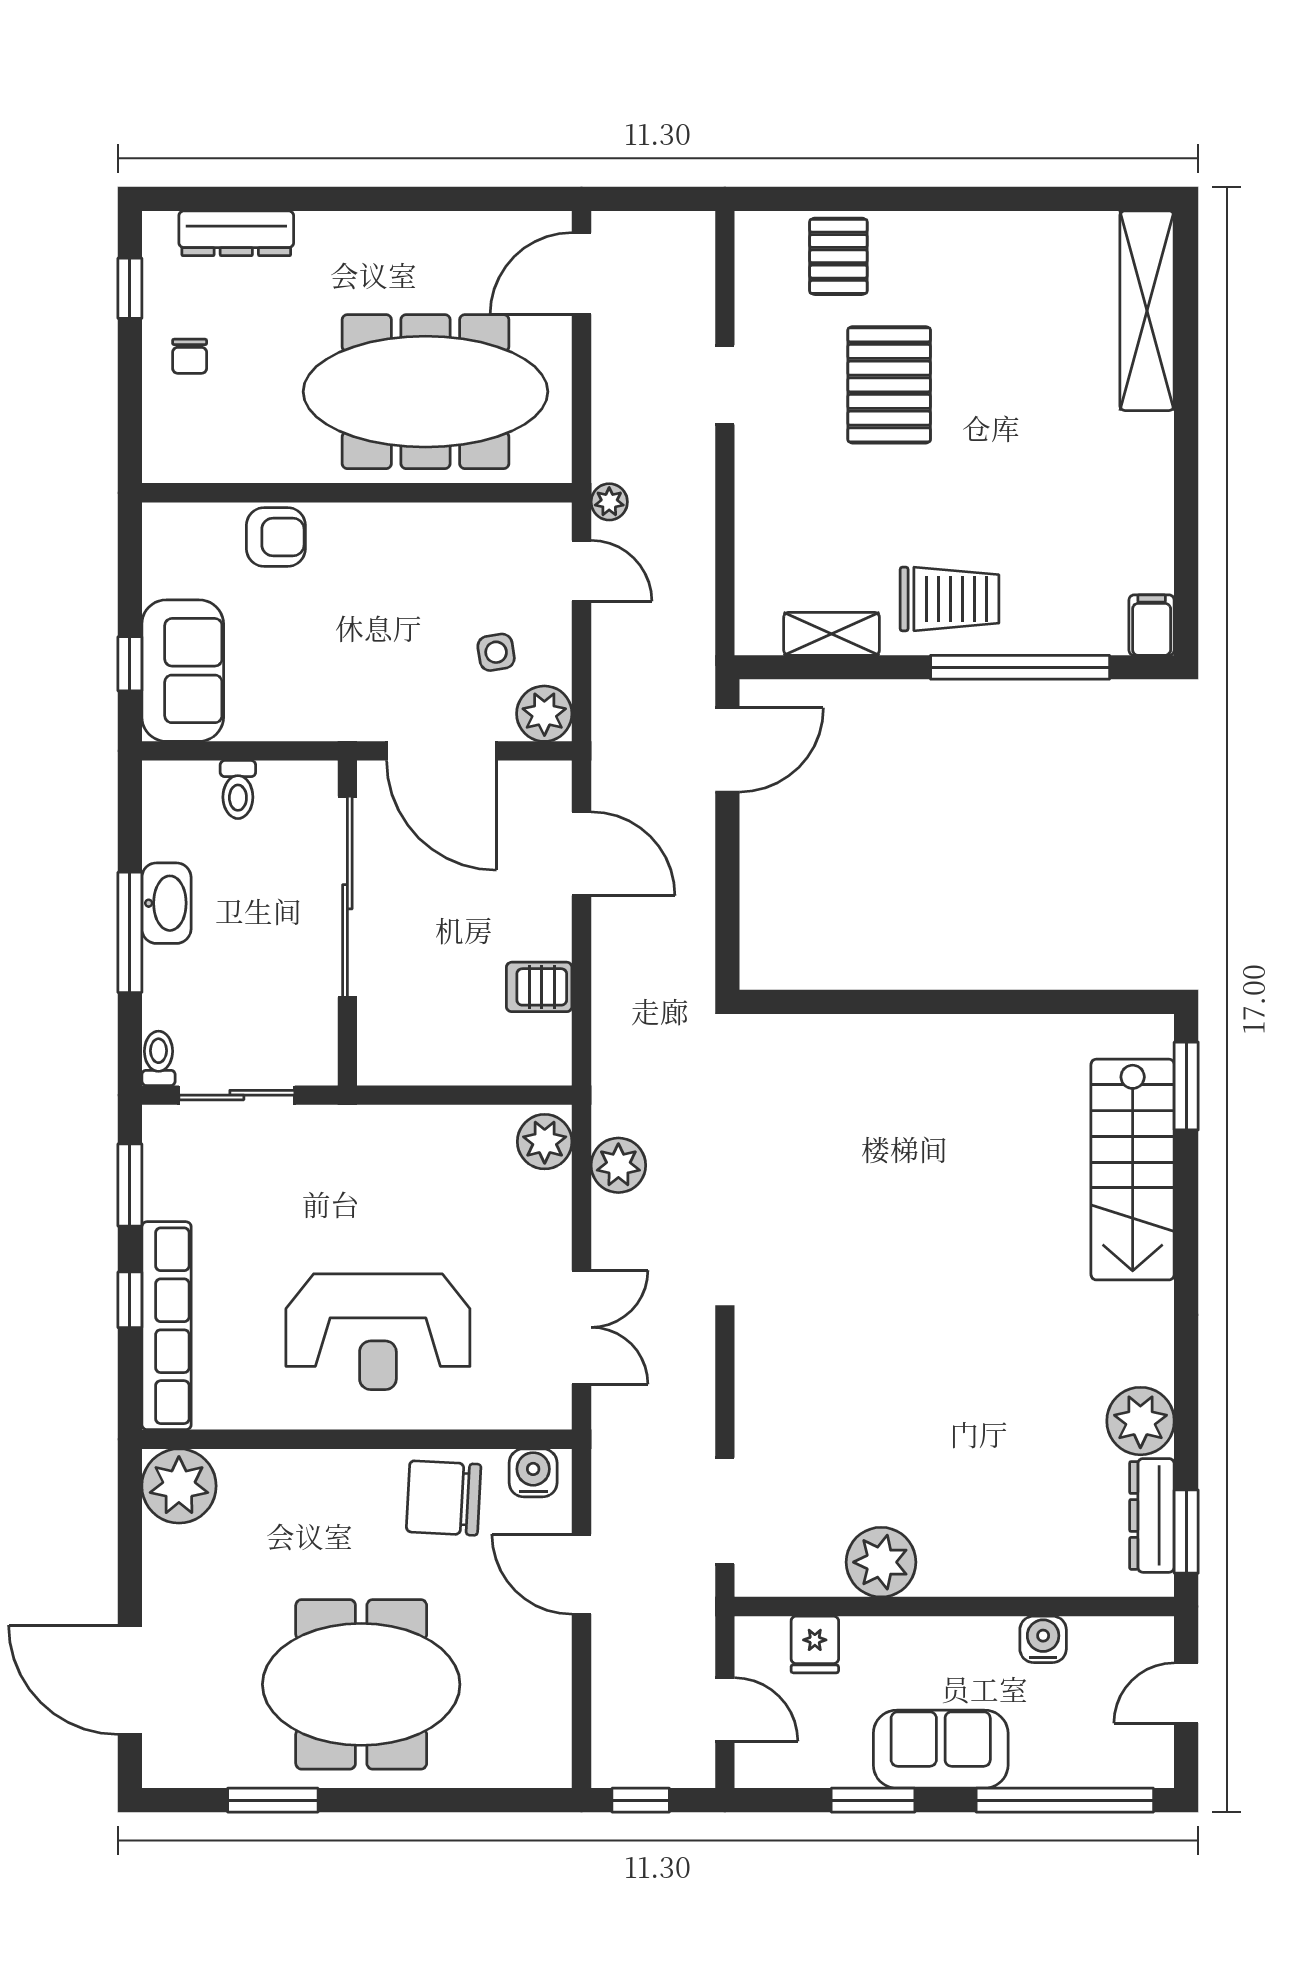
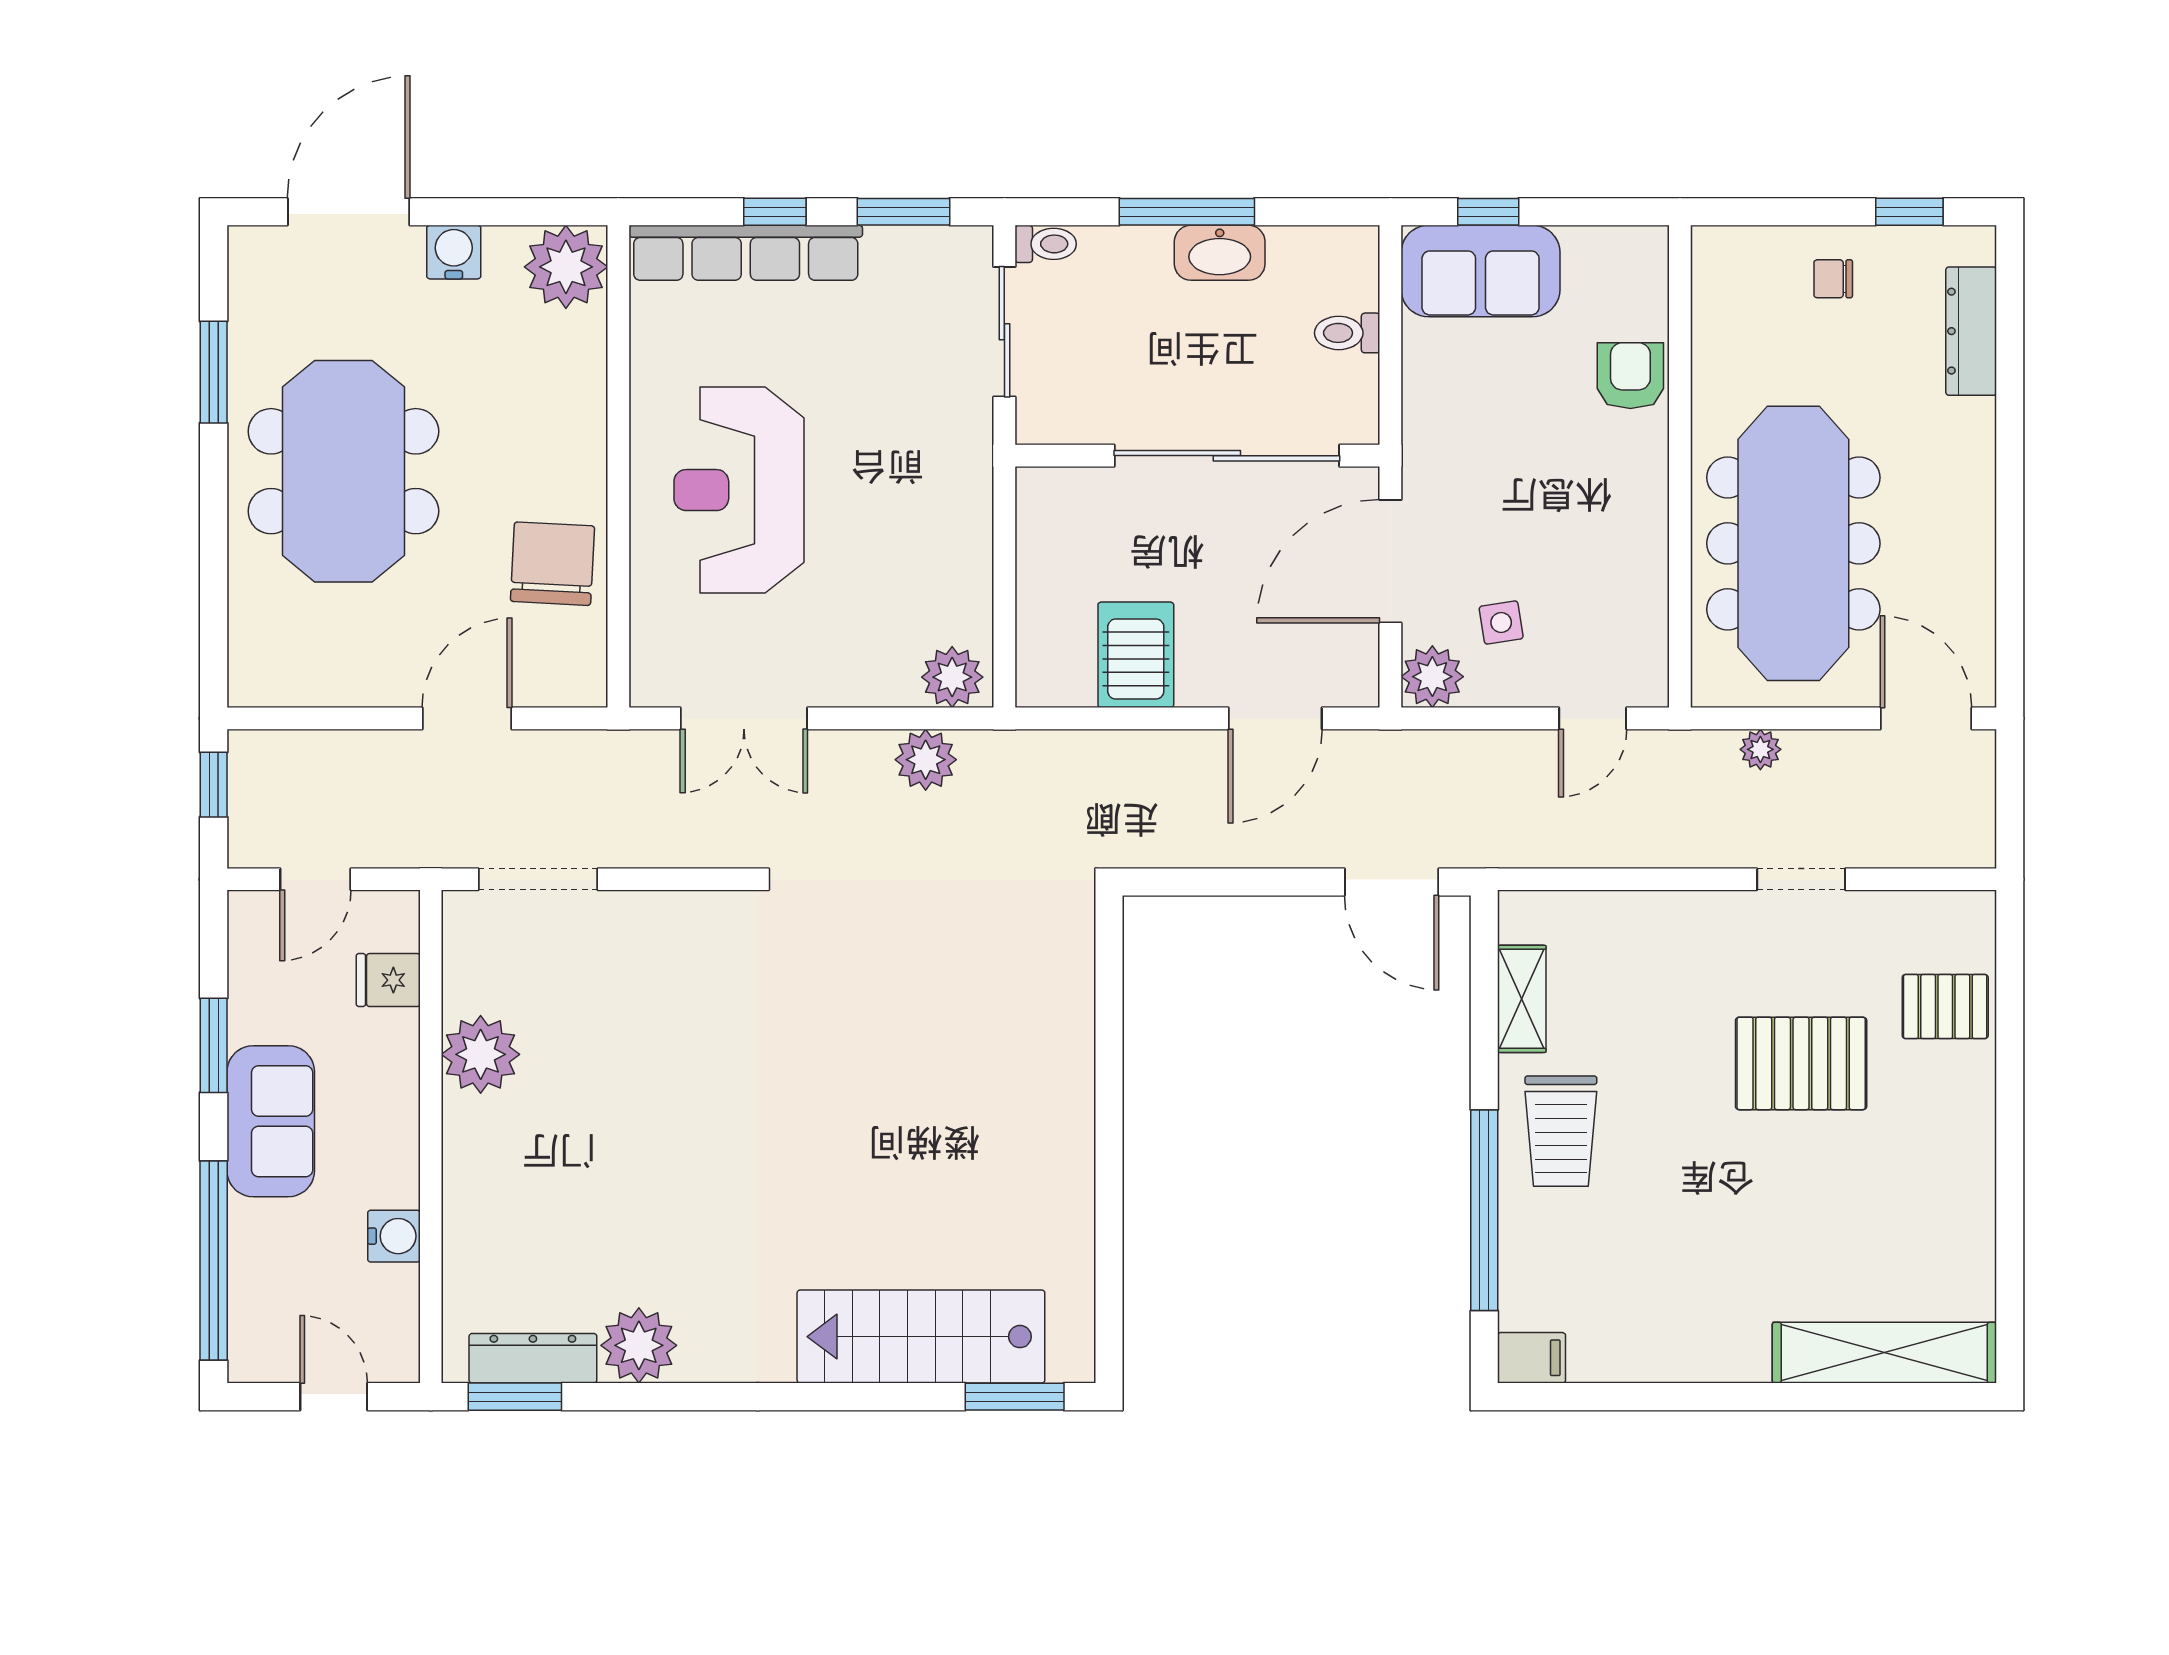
plant: (609, 502) -> (1760, 749), moved
armchair: (276, 537) -> (1630, 376), turned 180
server rack: (539, 987) -> (1136, 655), width x1.36, depth x1.44
water cooler: (533, 1473) -> (454, 252), moved, turned -90

